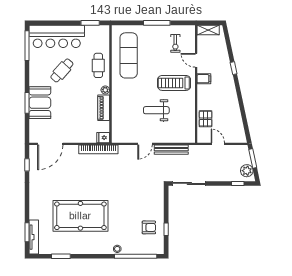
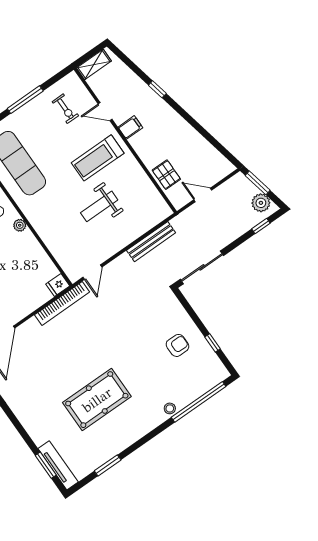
piano: (104, 108) -> (33, 248), removed
door: (145, 144) -> (92, 272), moved
pool table: (80, 216) -> (97, 400), width x0.73, depth x0.76
armchair: (149, 227) -> (177, 345), moved

